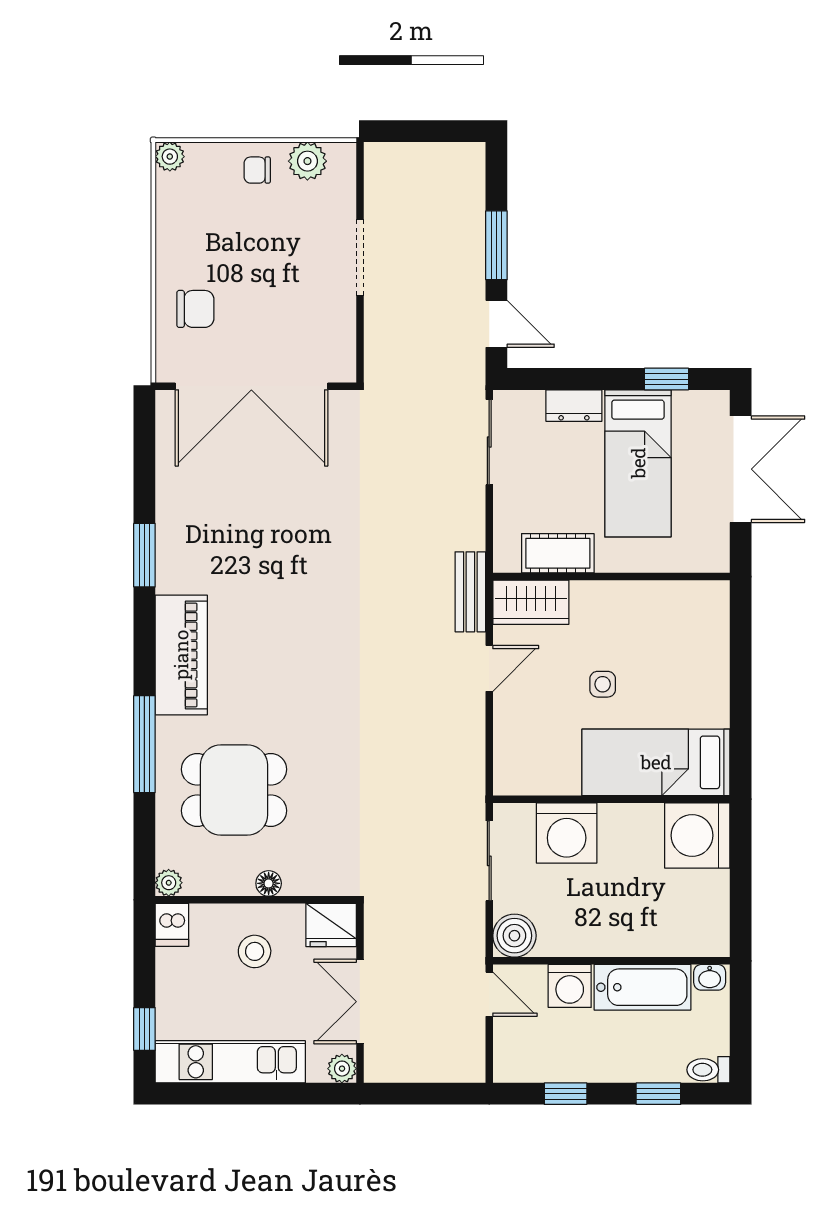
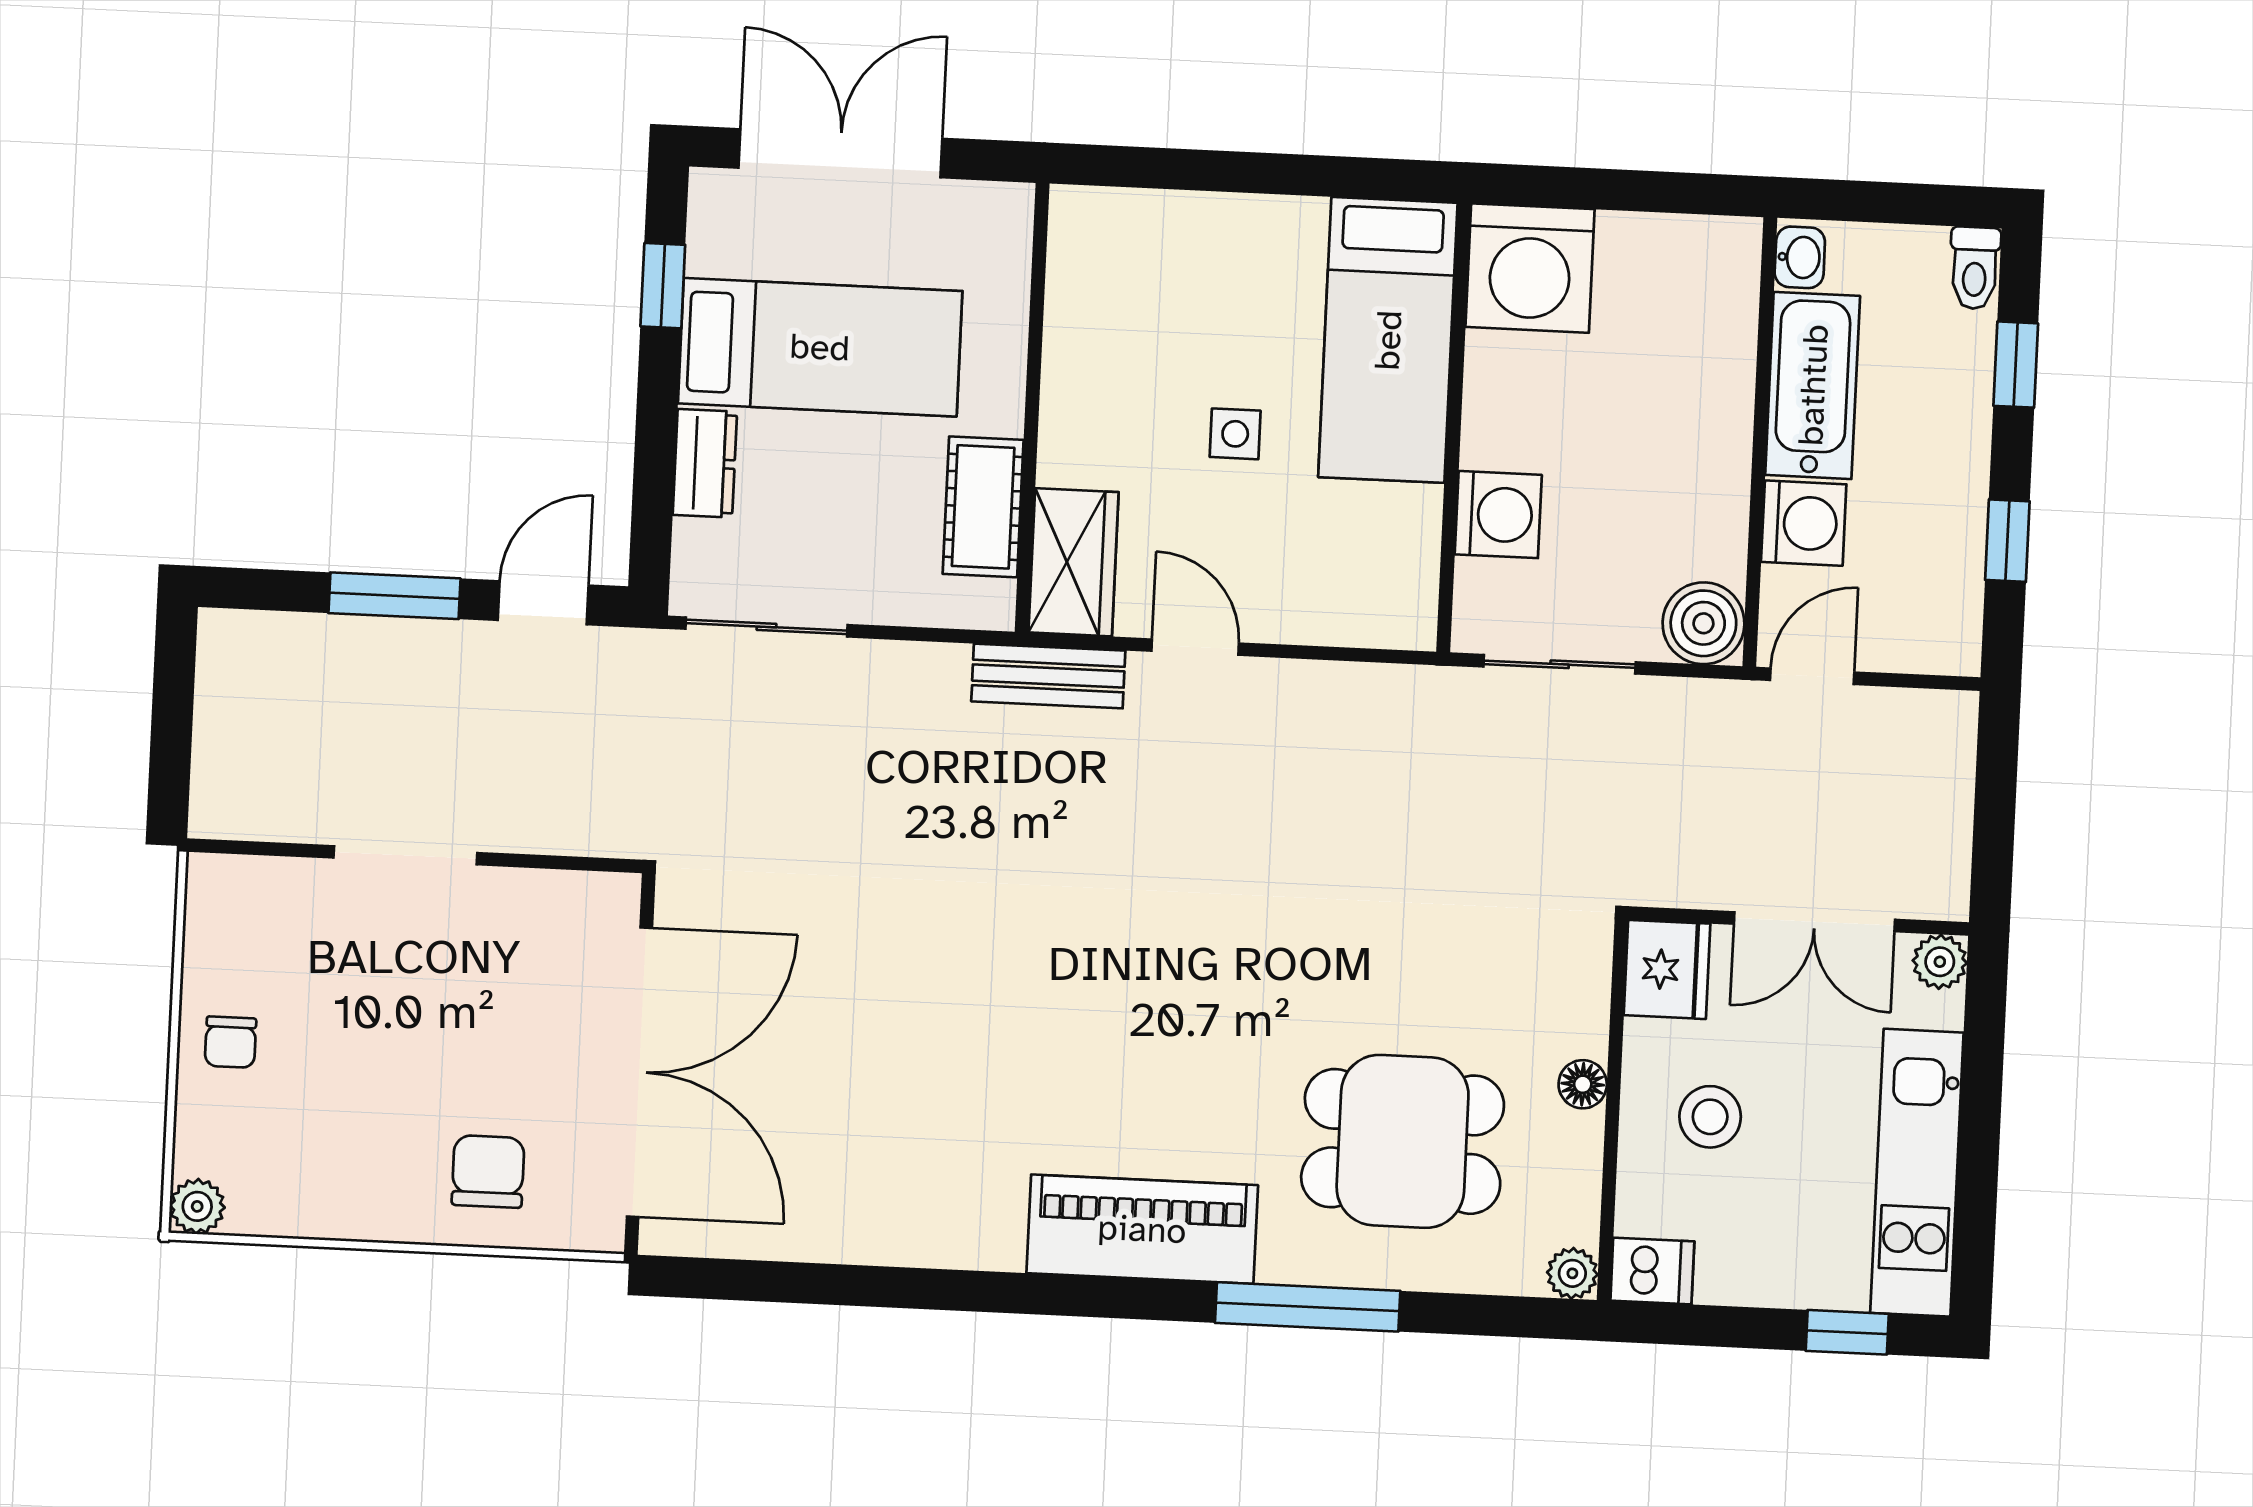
plant: (307, 161) -> (218, 946), removed
window: (144, 555) -> (950, 1290), removed
dining table: (234, 790) -> (1403, 1141), turned 90
washing machine: (567, 833) -> (1498, 515), width x0.73, depth x0.73

